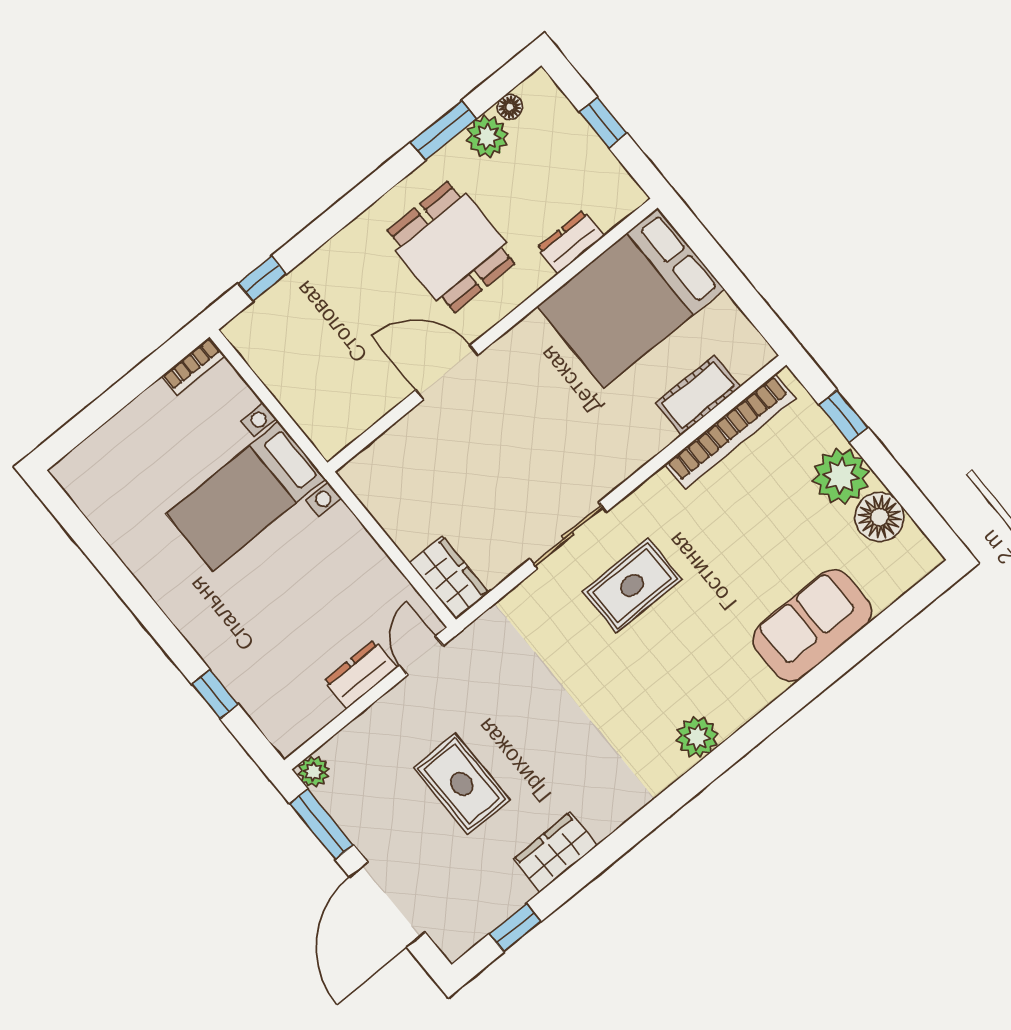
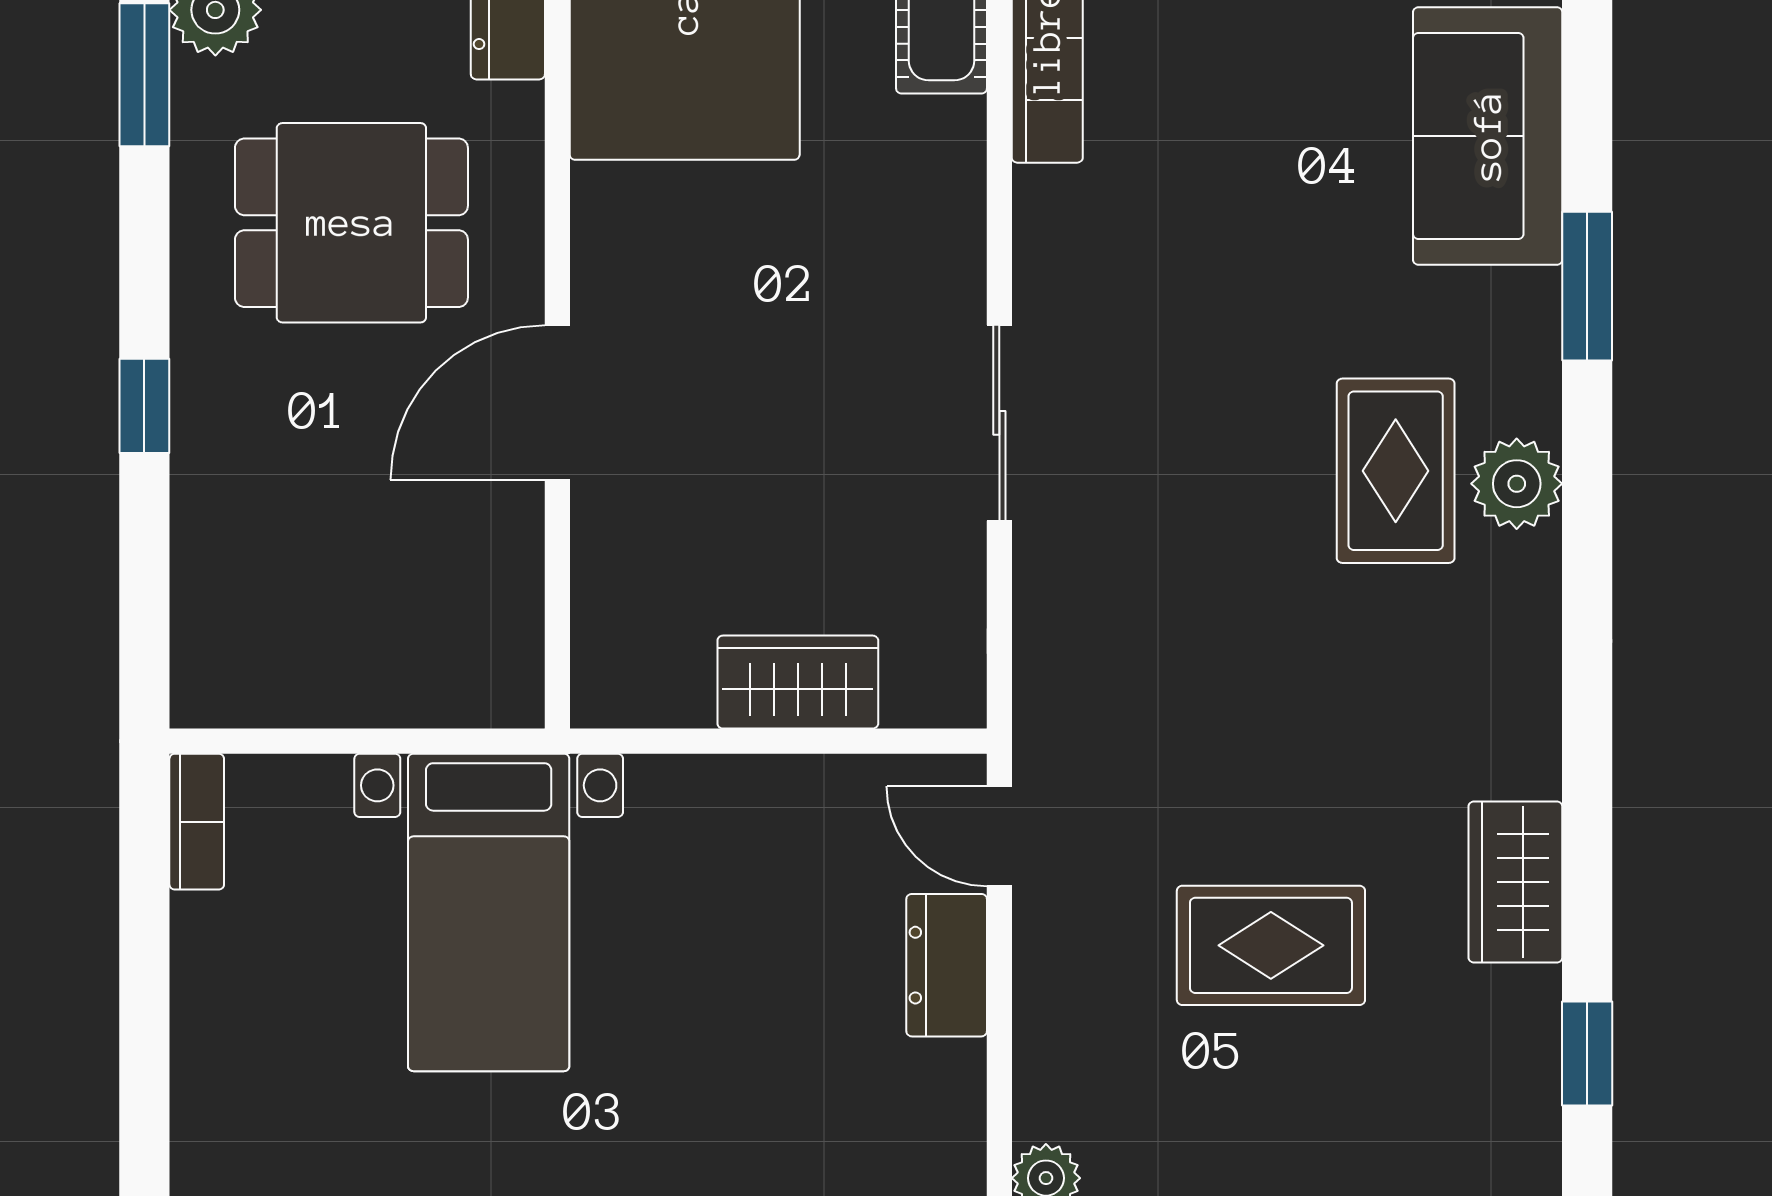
window: (262, 279) -> (144, 406), moved
wardrobe: (449, 578) -> (798, 682), moved
rug: (632, 585) -> (1396, 471), moved
window: (788, 705) -> (1587, 286), added

